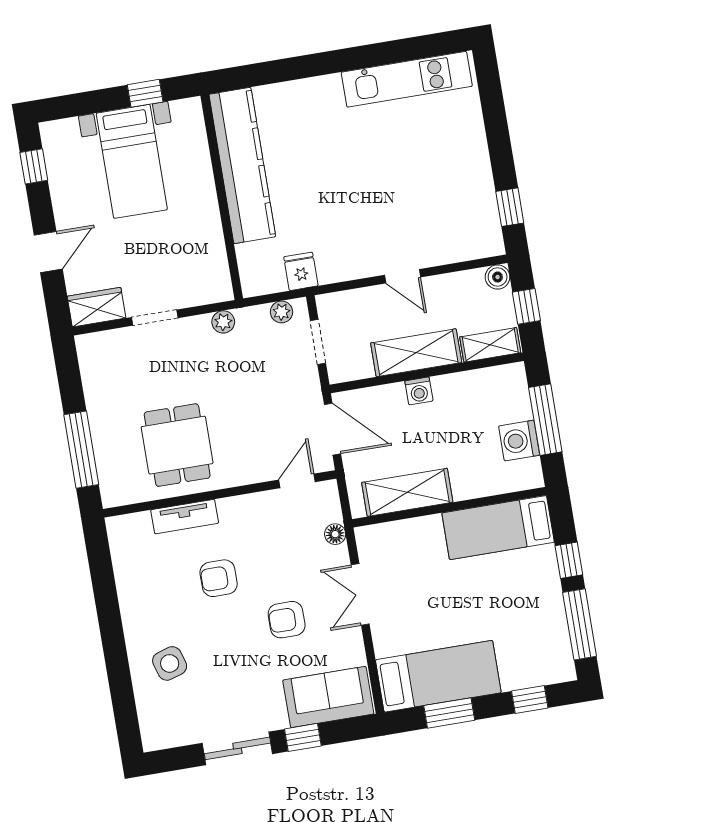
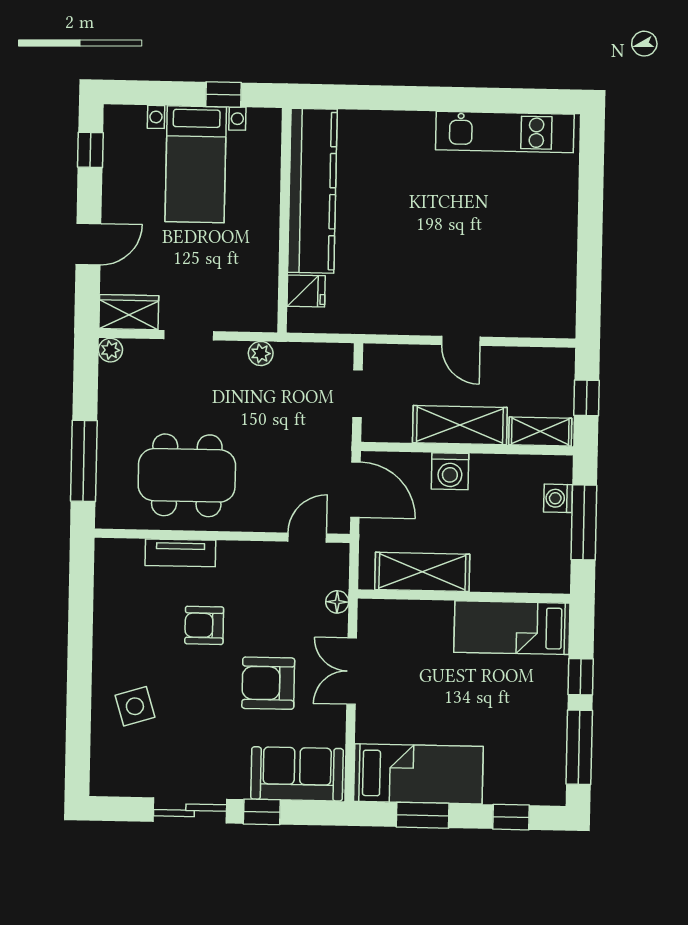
window: (510, 207) -> (589, 289), removed
fridge: (301, 271) -> (306, 291), moved, turned 90
boiler: (498, 277) -> (562, 361), removed
plant: (281, 312) -> (110, 350), moved
washing machine: (419, 391) -> (450, 471), width x1.38, depth x1.38
washing machine: (519, 441) -> (558, 498), moved, width x0.73, depth x0.73
dining table: (177, 445) -> (187, 475), width x1.38
armchair: (287, 620) -> (268, 683), width x1.38, depth x1.38

